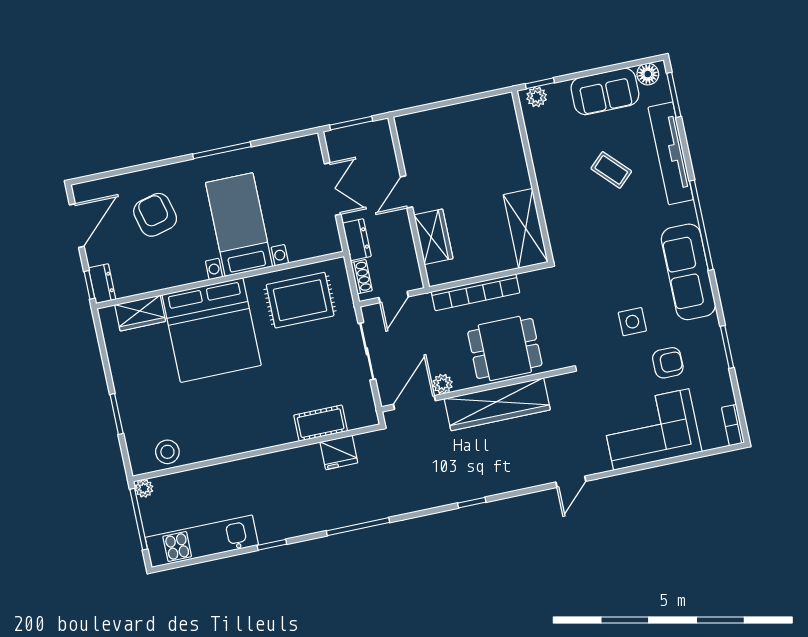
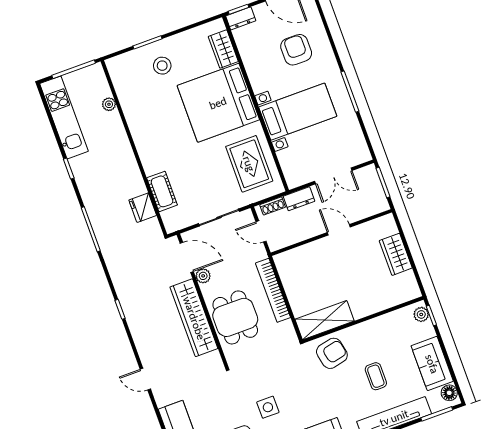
coffee table: (611, 170) -> (376, 376), turned -46
armchair: (155, 215) -> (296, 50), turned -76
armchair: (572, 225) -> (332, 353), added
wardrobe: (433, 237) -> (396, 254), moved, turned 90
stool: (167, 452) -> (162, 66), moved
plant: (144, 488) -> (109, 104), moved

